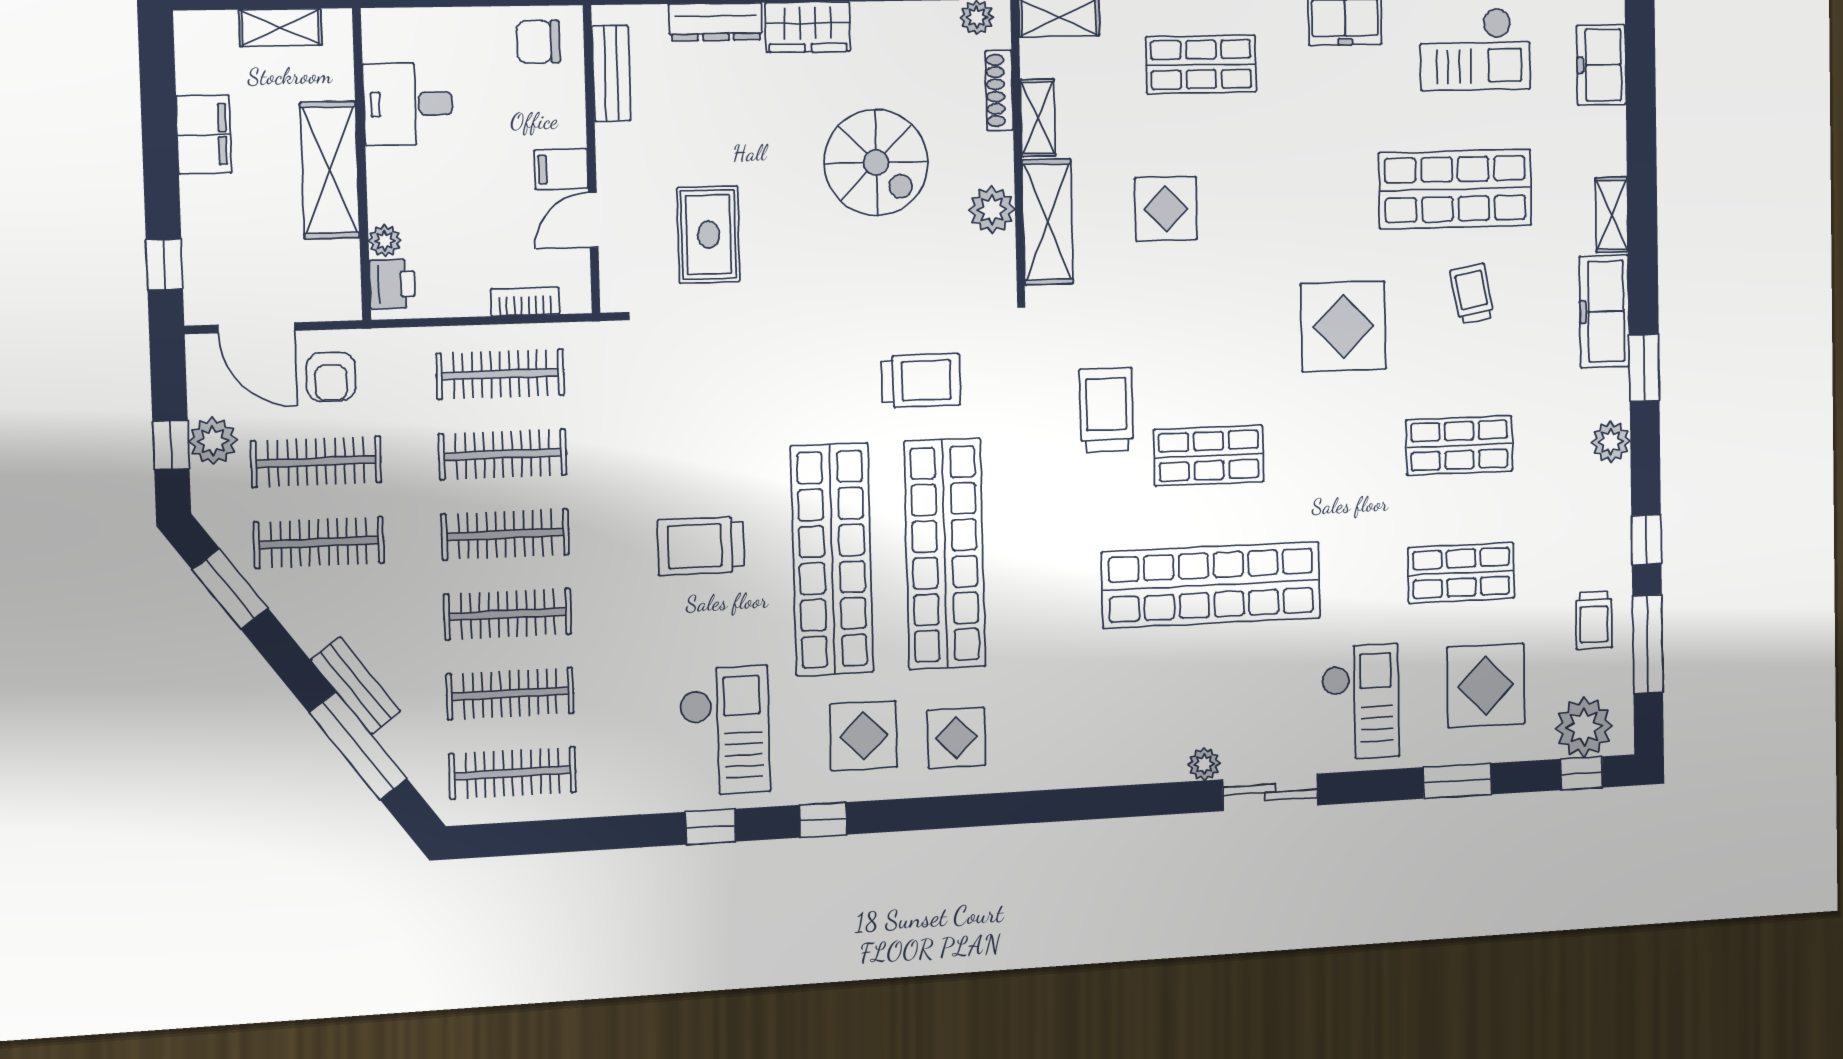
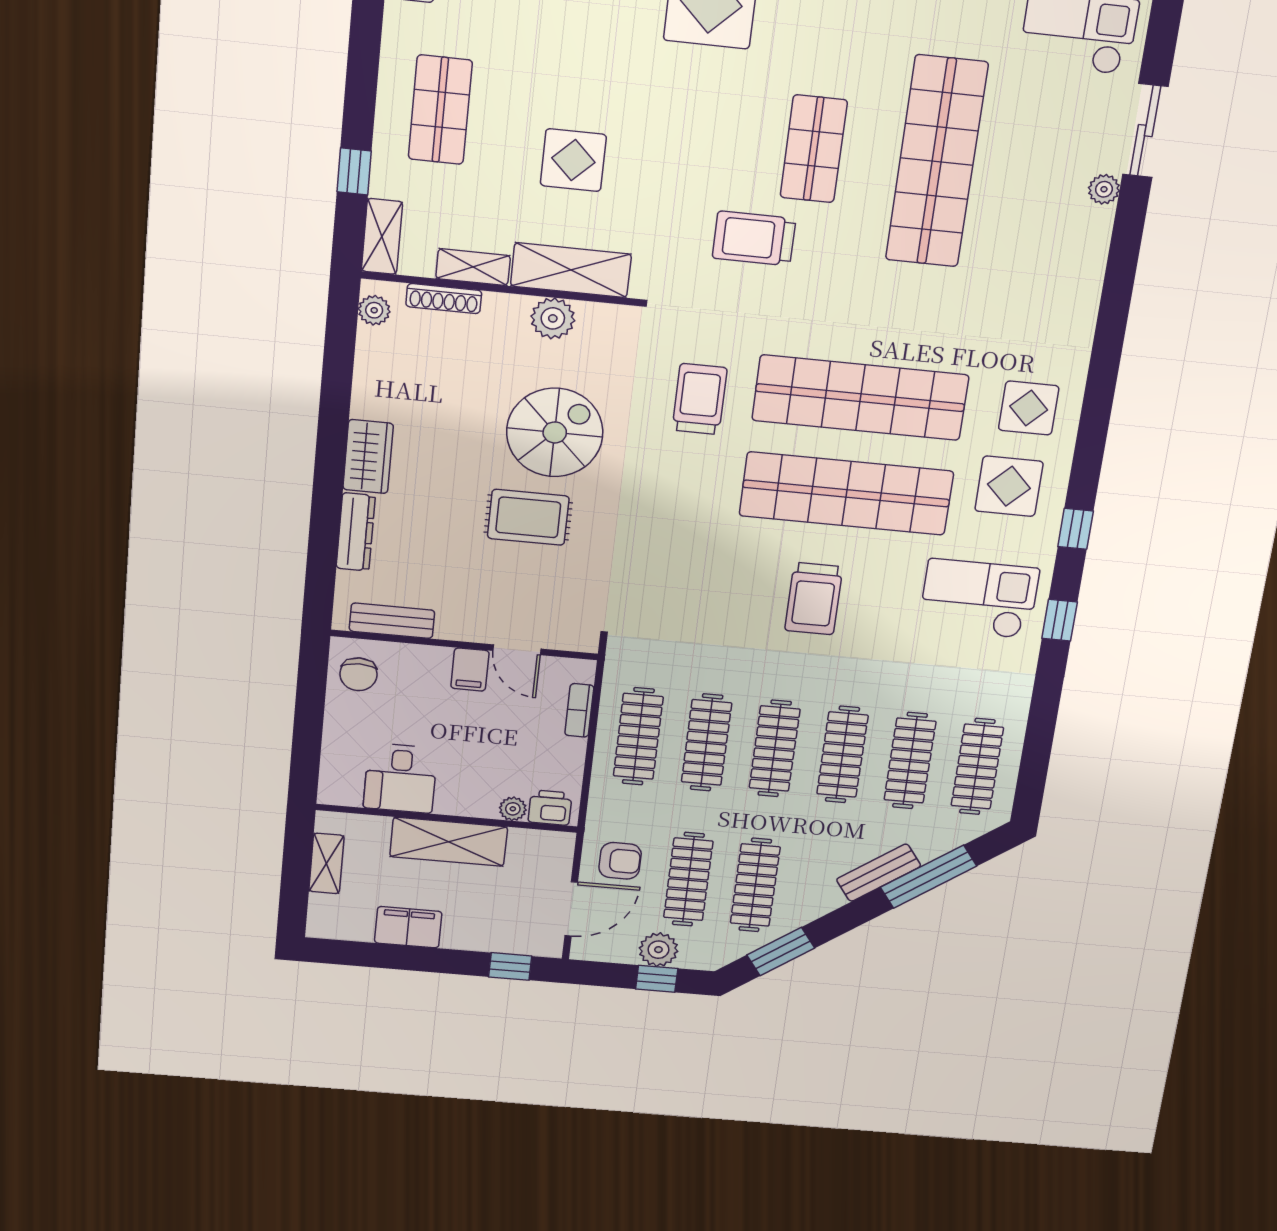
spiral stairs: (876, 162) -> (555, 432), moved
rug: (709, 235) -> (528, 517), moved

